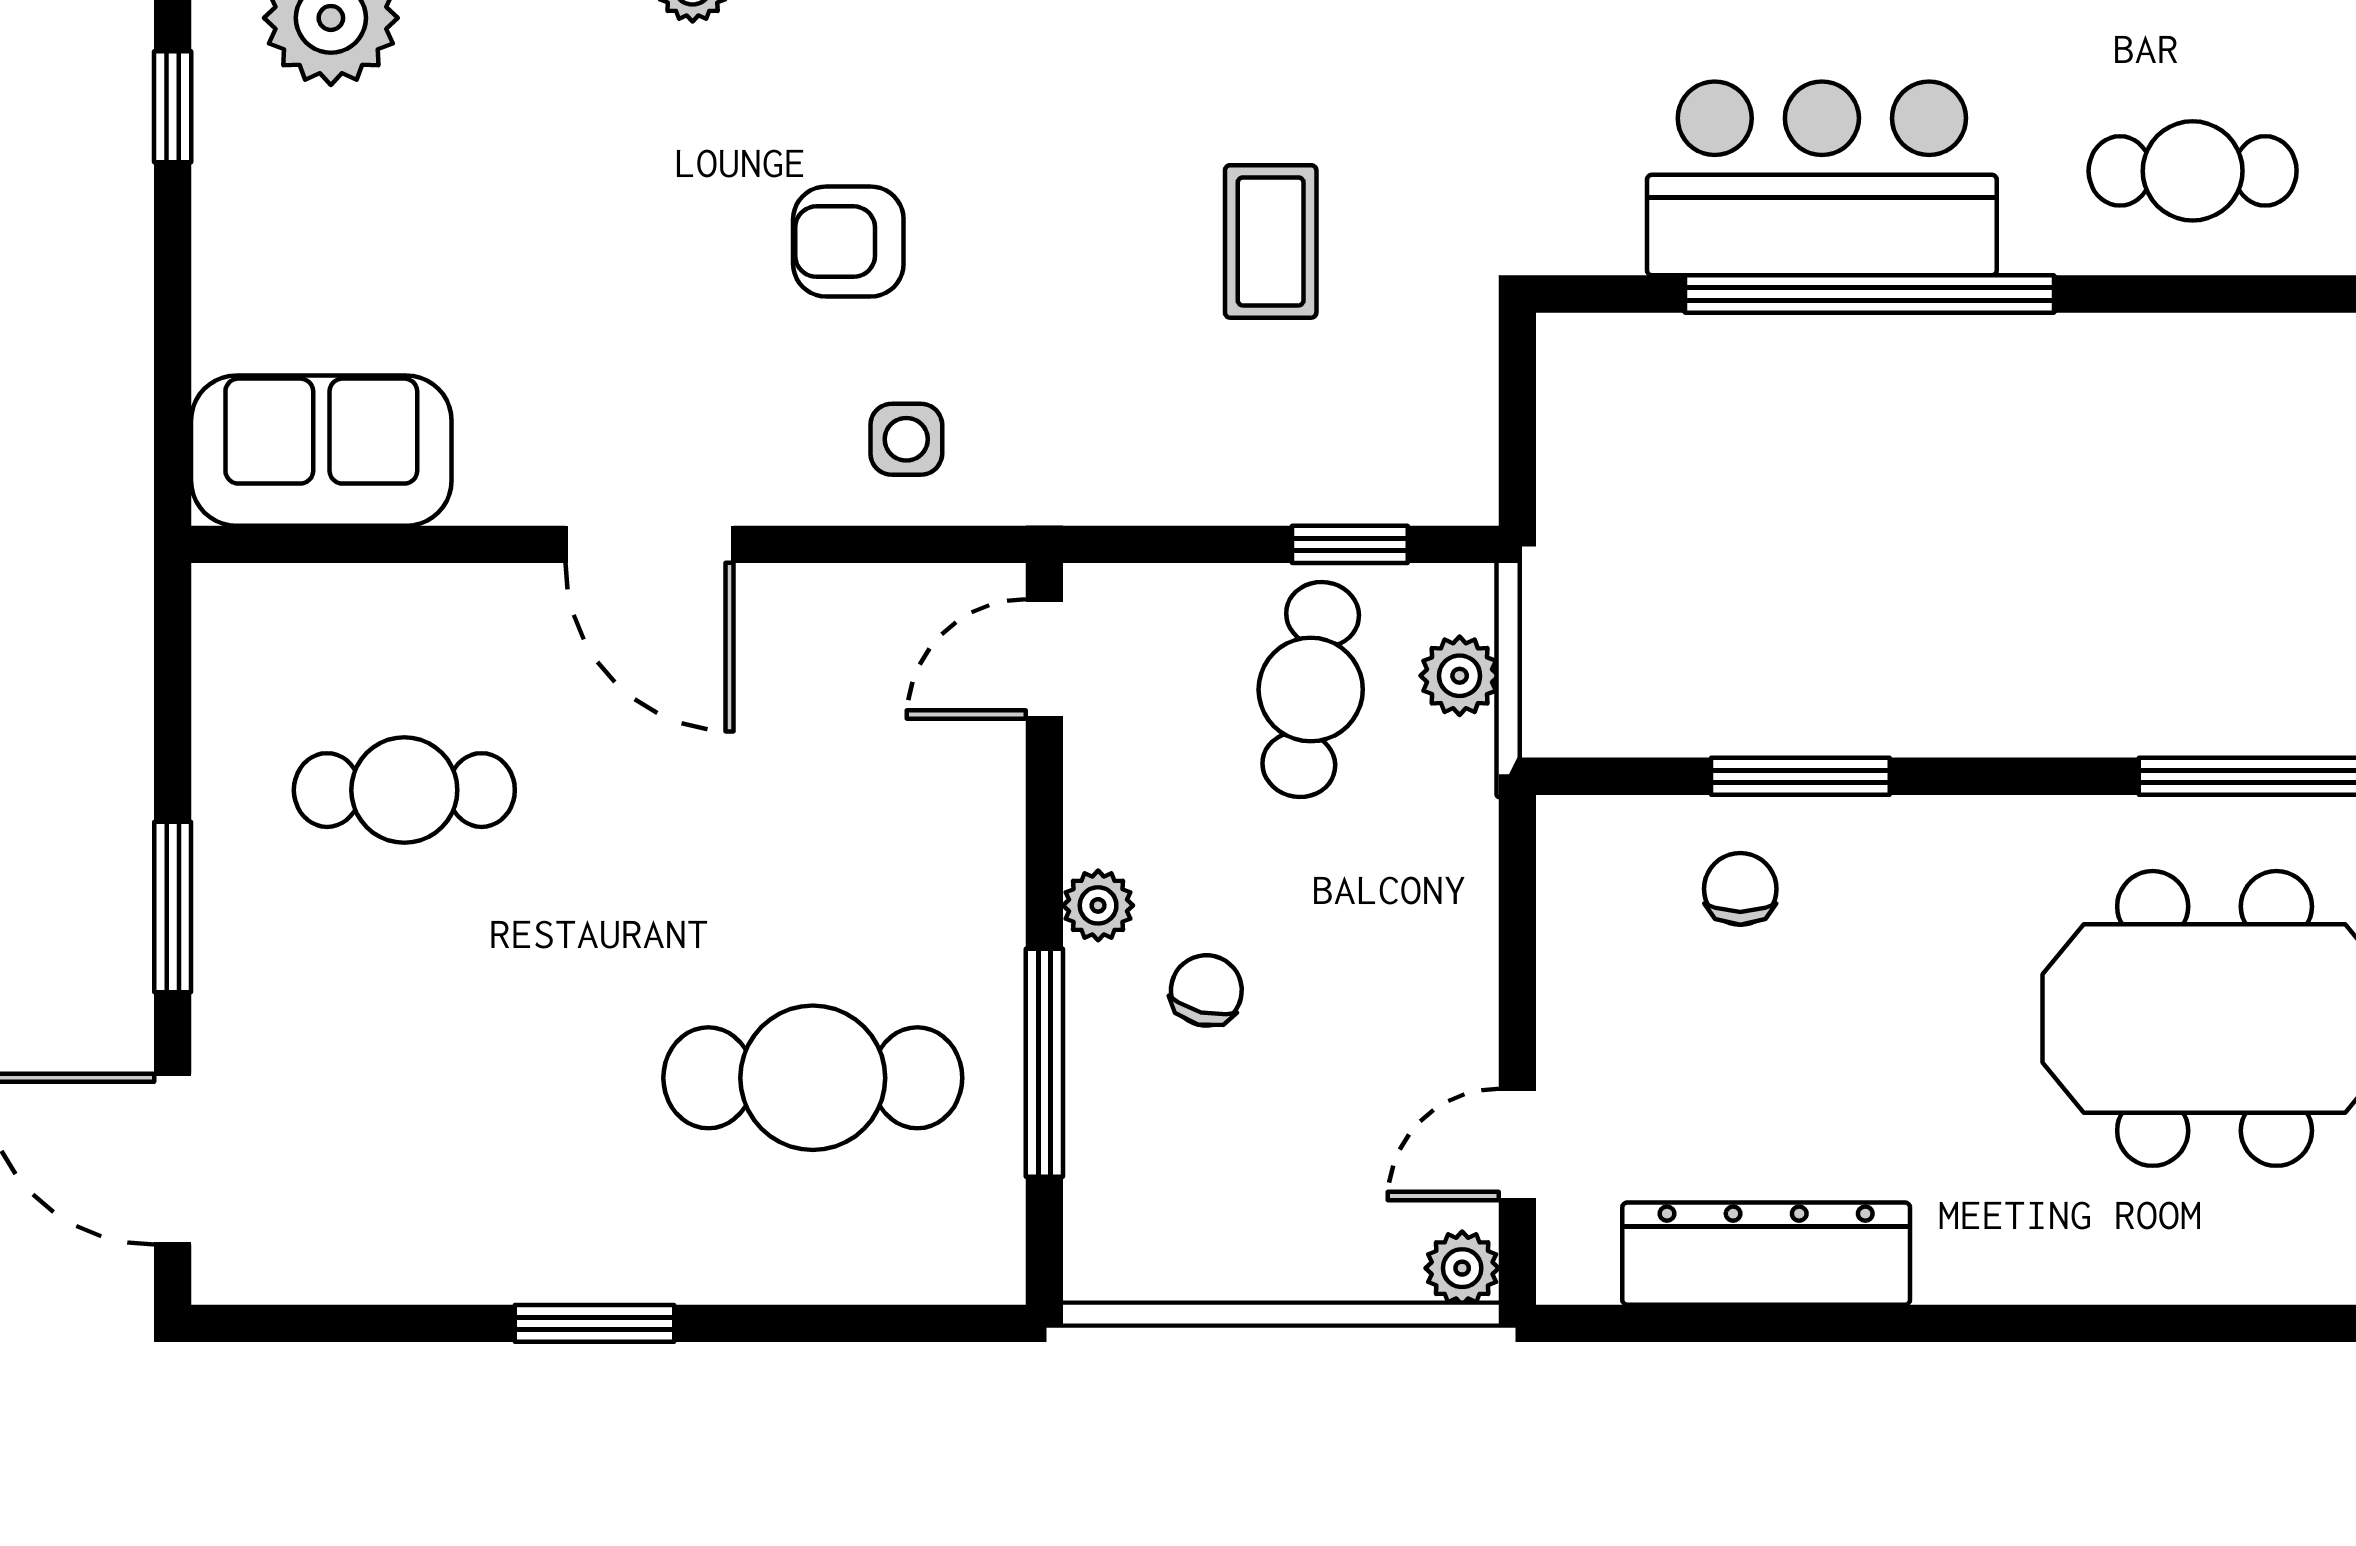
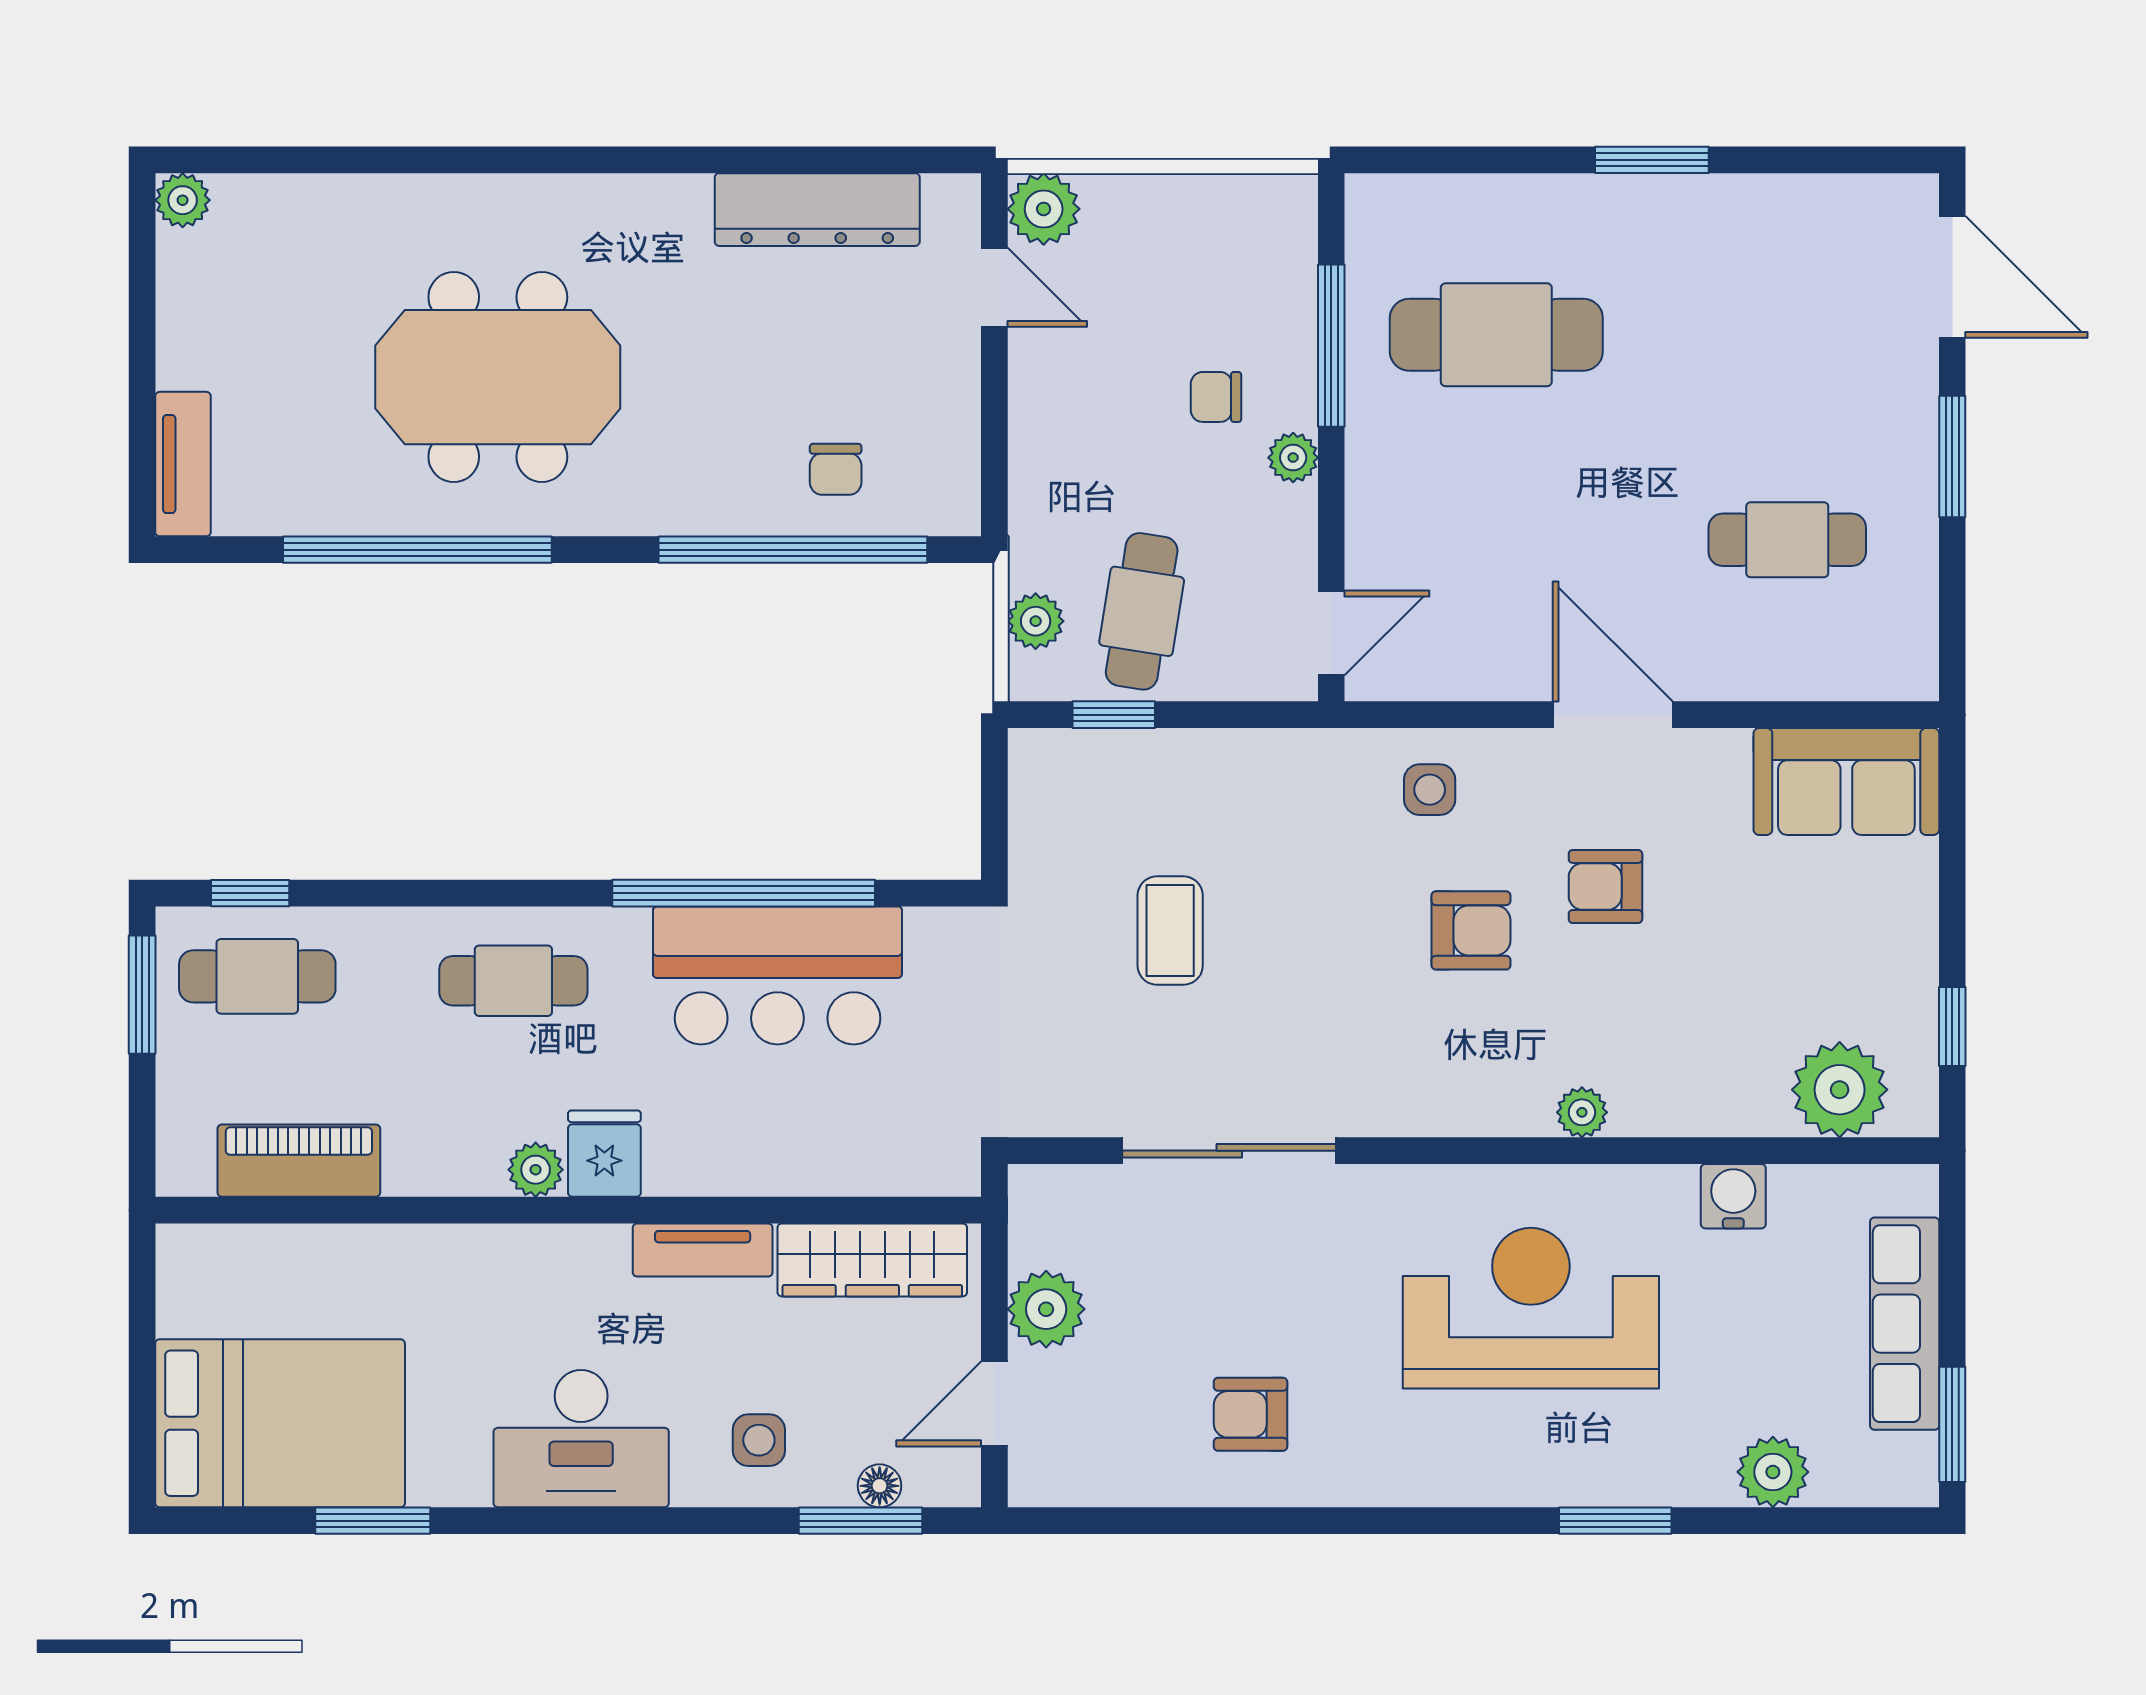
armchair: (660, 303) -> (1605, 886), added
window: (1800, 776) -> (793, 550), width x2.11
chair: (1206, 990) -> (1216, 397), turned 76
door: (1517, 1144) -> (994, 287), hinge flipped
plant: (1462, 1268) -> (1044, 209), width x1.38, depth x1.38

